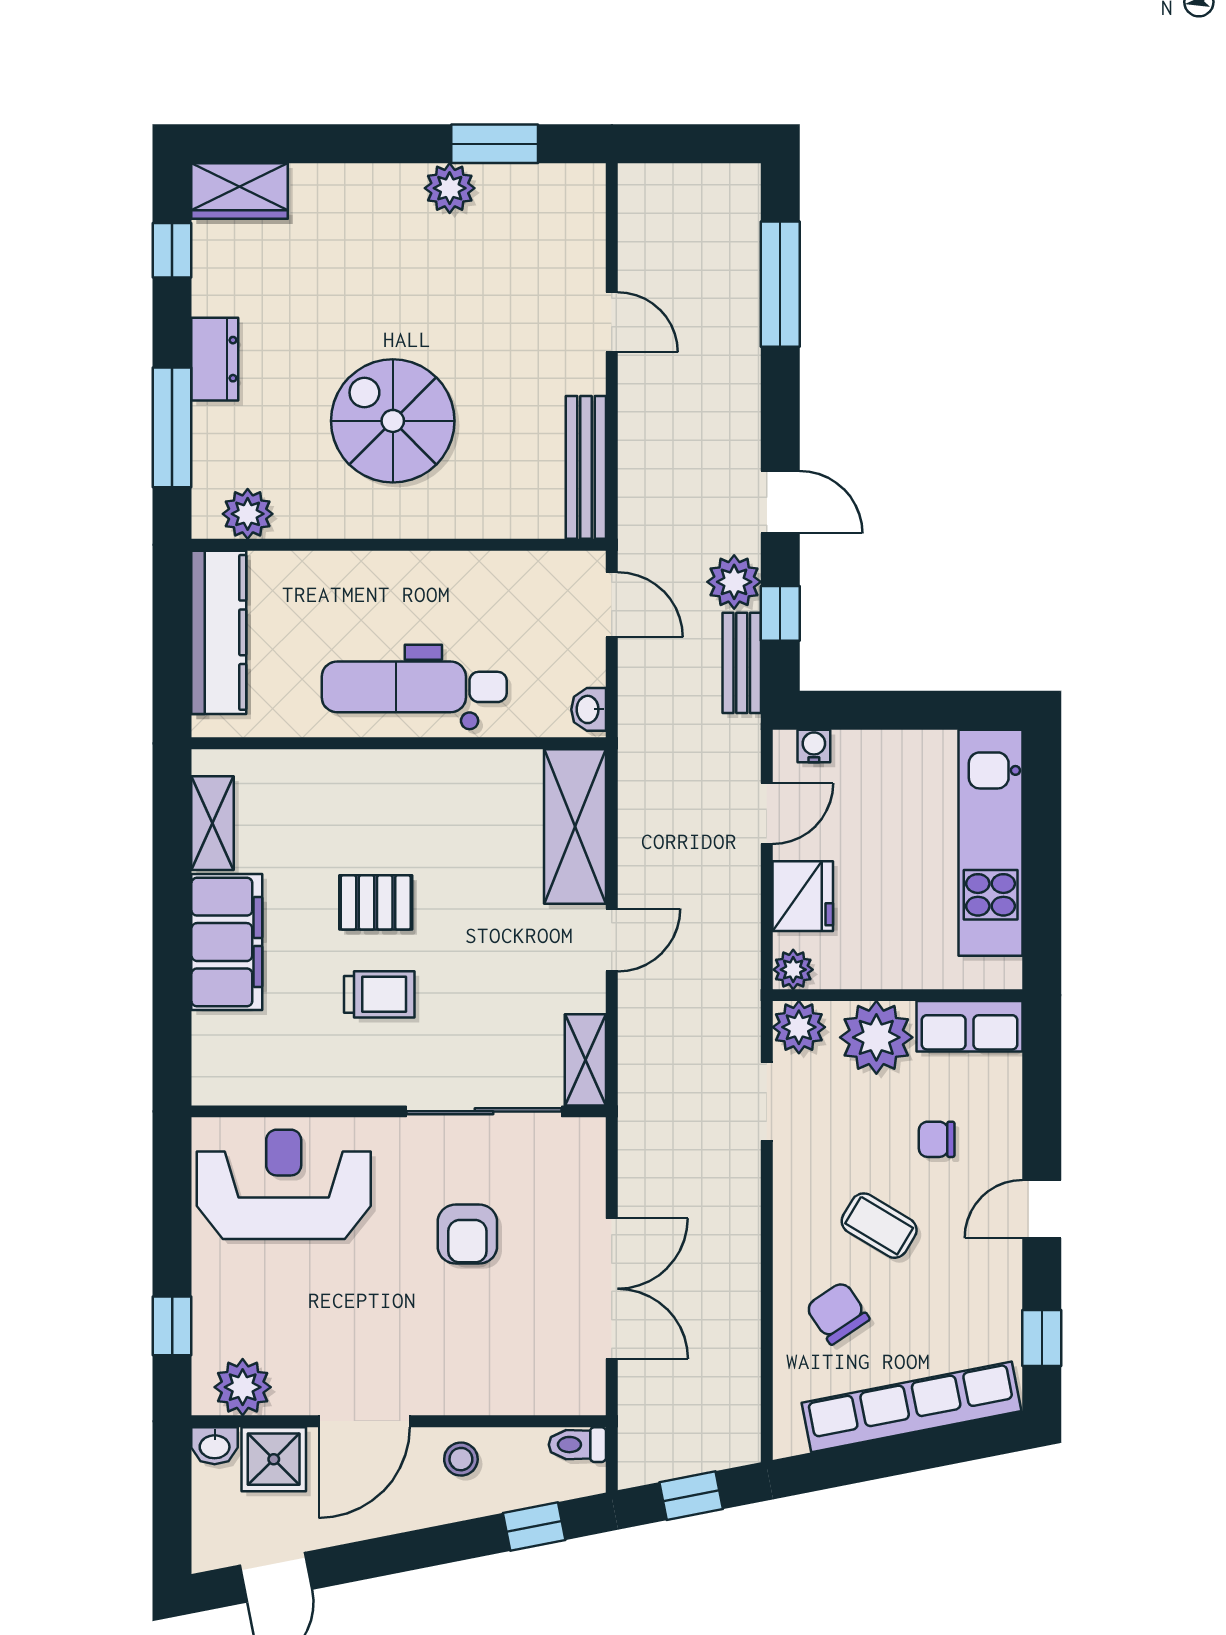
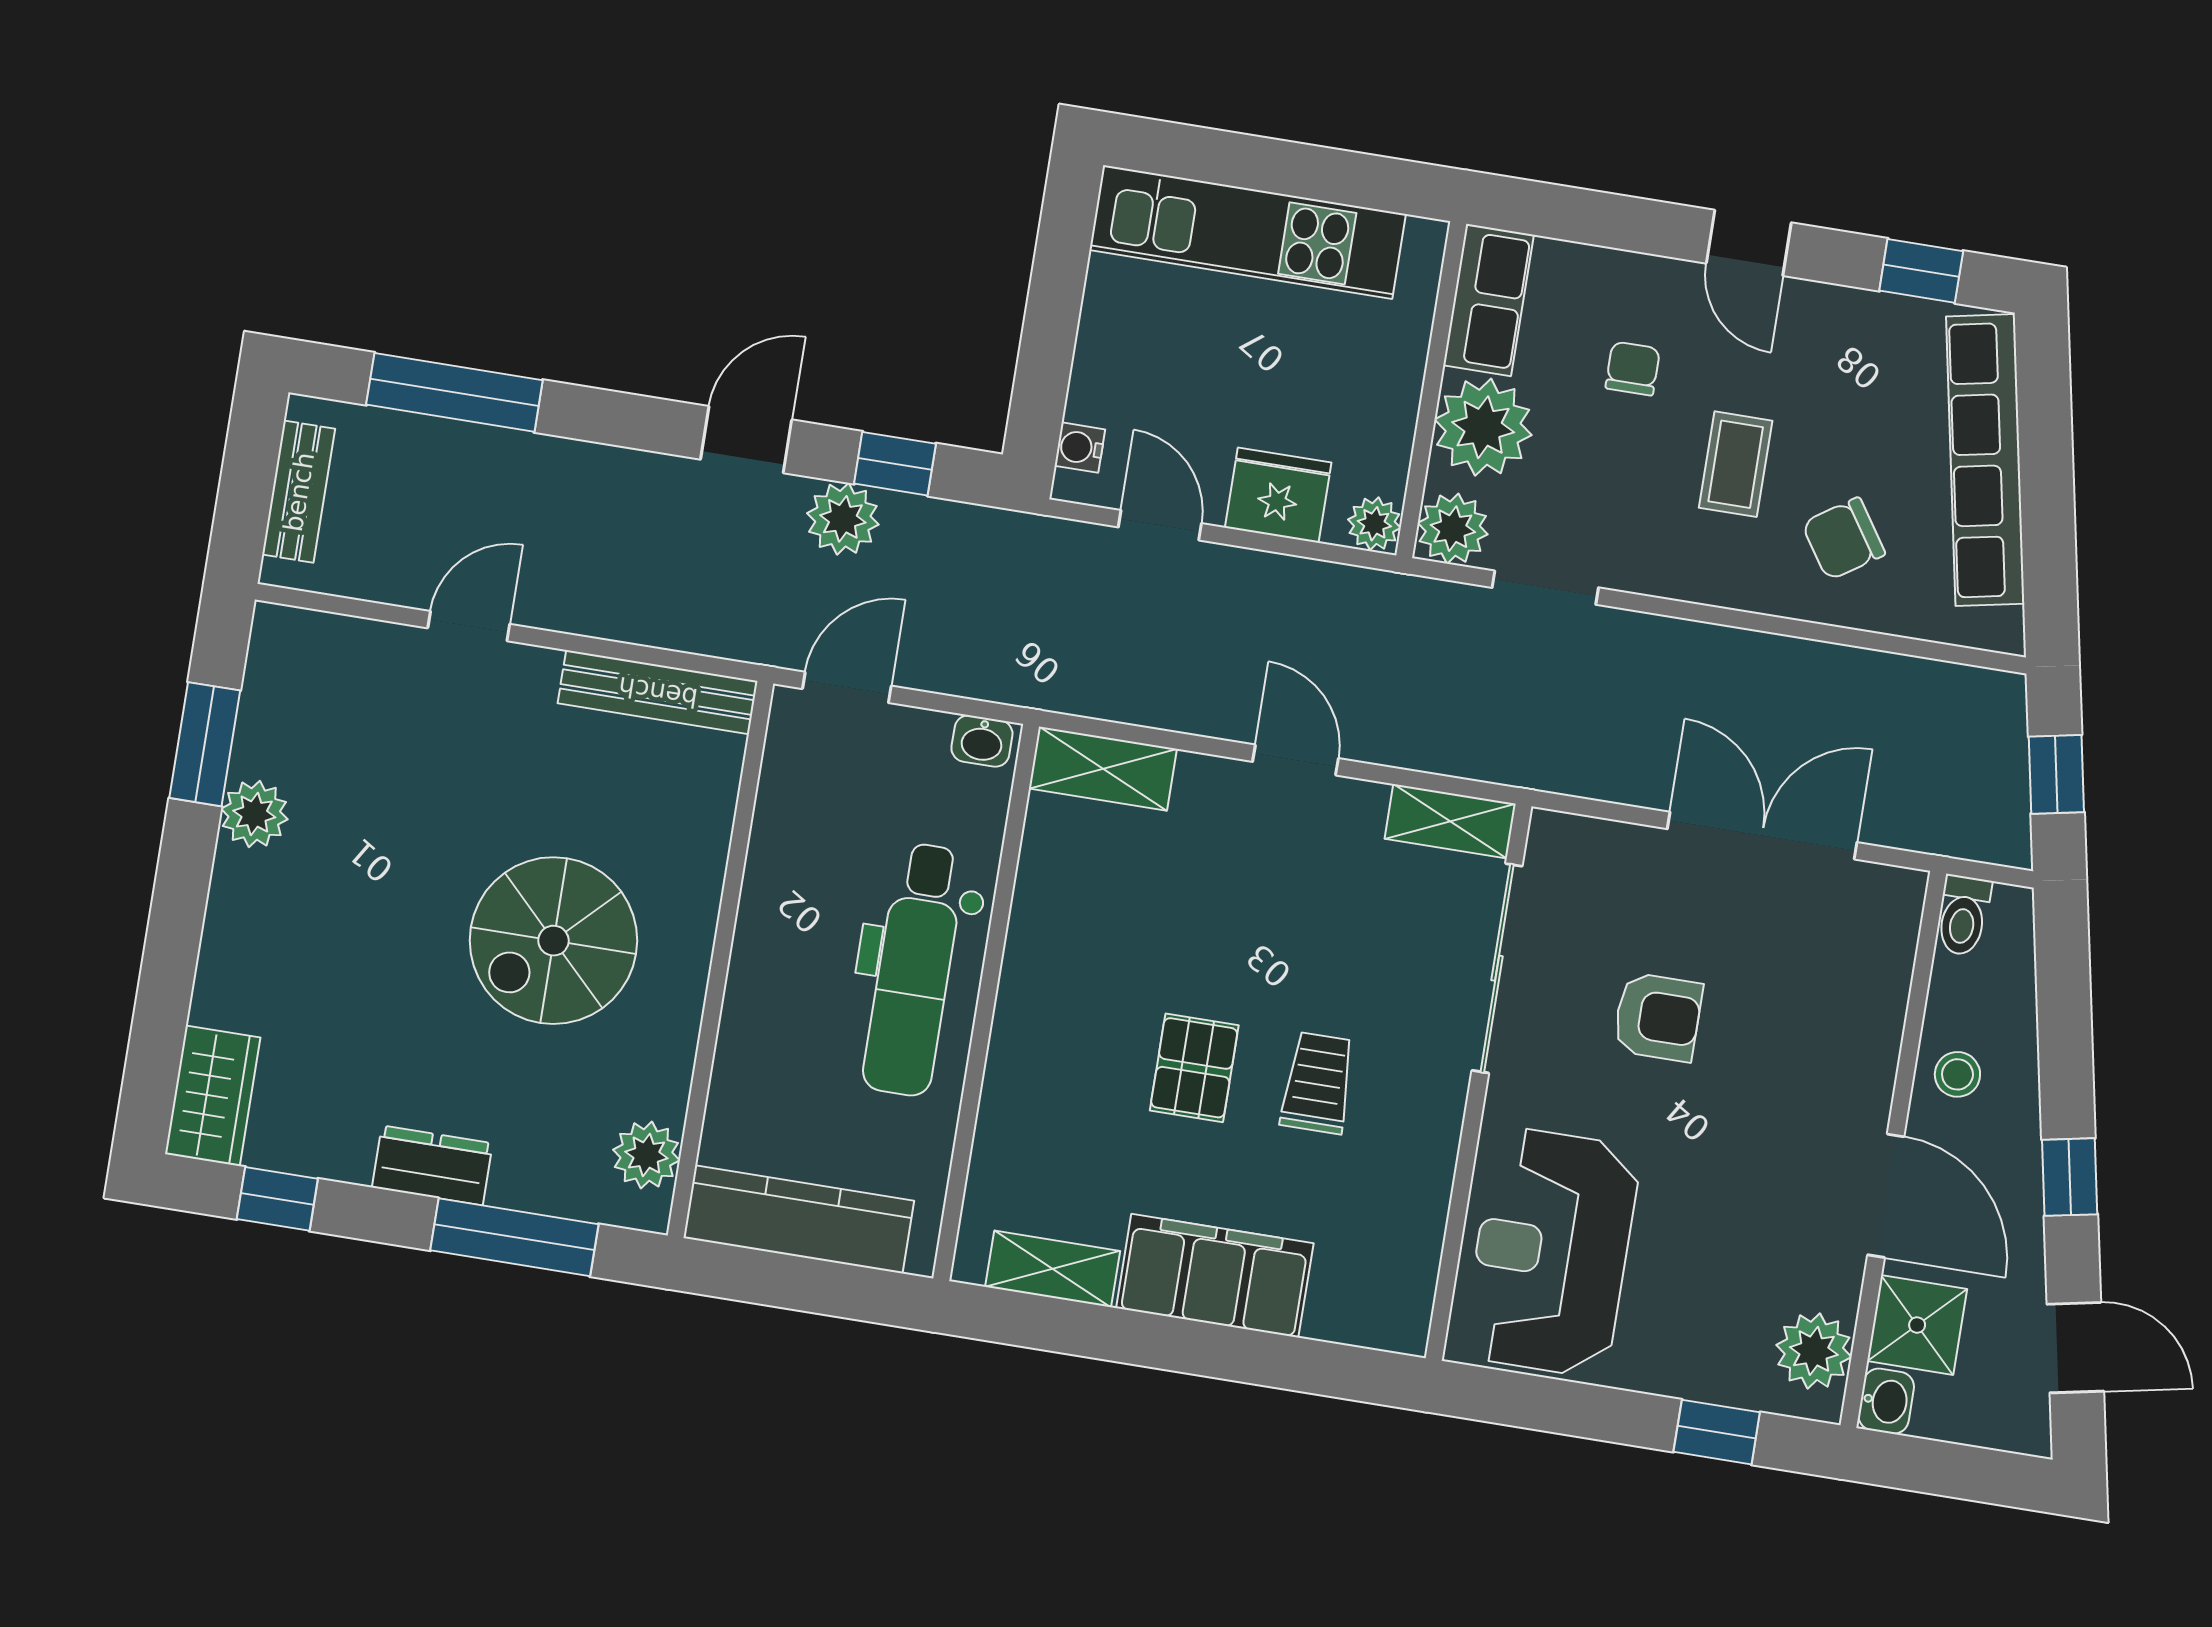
bench: (742, 663) -> (299, 492), moved, turned 90
shelving: (575, 826) -> (1103, 769), width x0.67, depth x0.75
chair: (937, 1139) -> (1633, 369), turned 180
coffee table: (879, 1226) -> (1736, 464), turned -31
window: (534, 1526) -> (2070, 1177), moved

